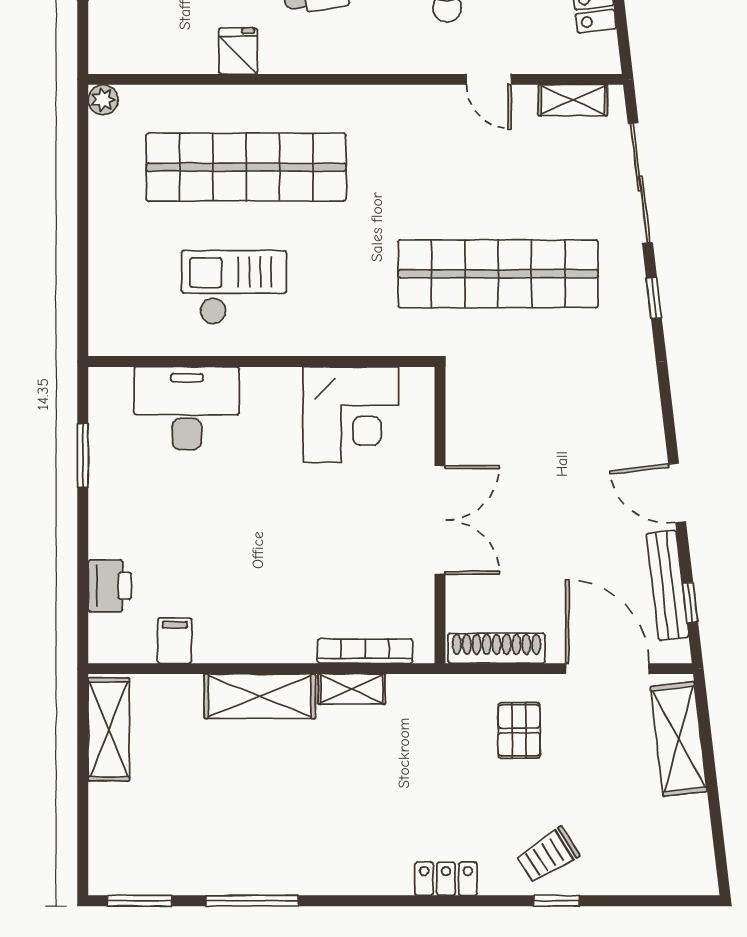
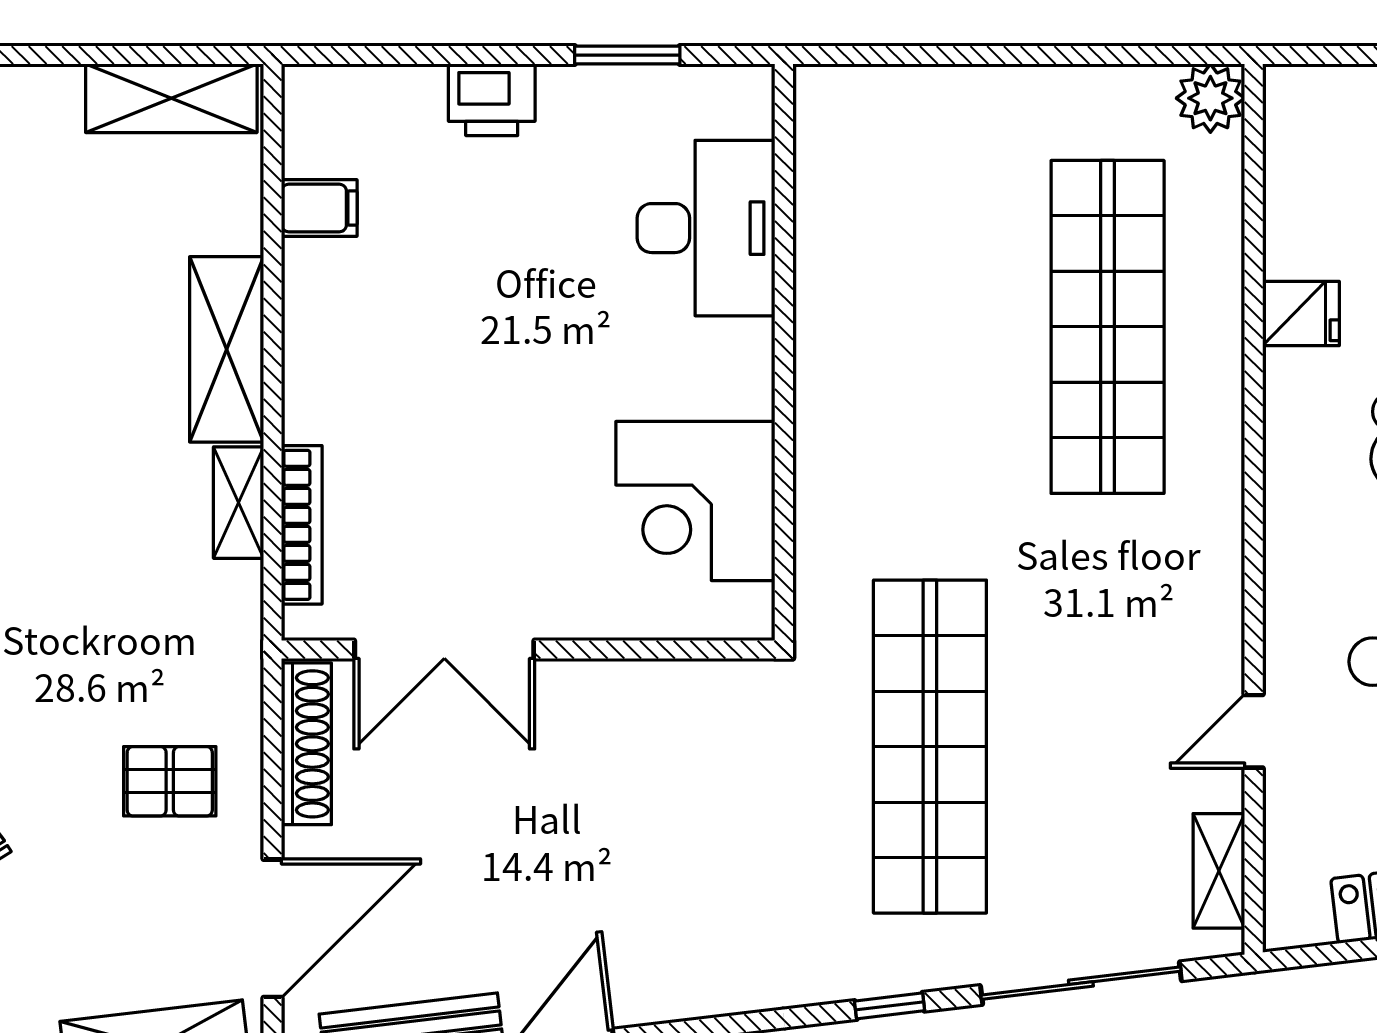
plant: (103, 100) -> (1210, 98), width x1.38, depth x1.38
checkout: (234, 287) -> (907, 307), removed
double door: (440, 520) -> (444, 650), moved
printer: (110, 586) -> (492, 100), moved

